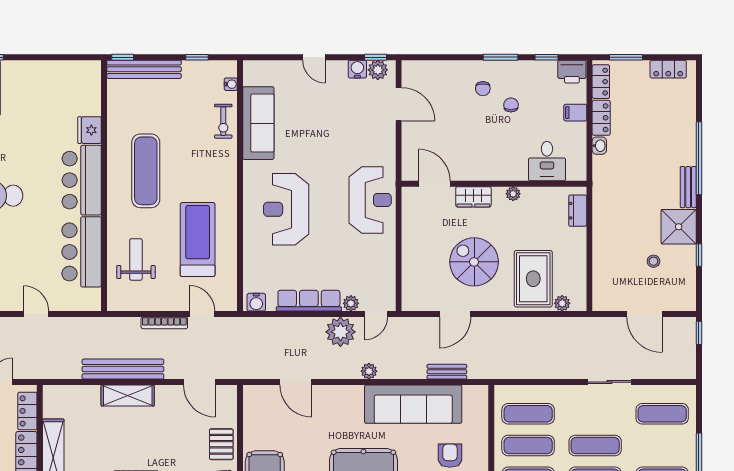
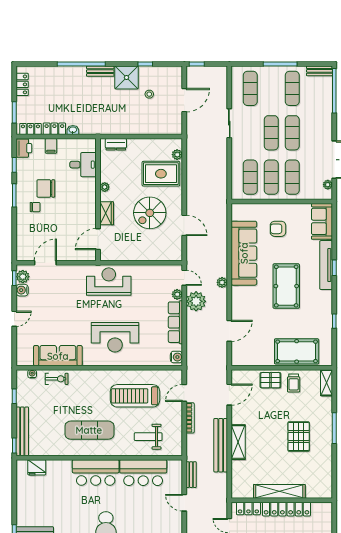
chair: (511, 105) -> (46, 188), width x1.87, depth x1.87
fridge: (90, 130) -> (37, 467), moved
door: (36, 314) -> (184, 503), hinge flipped
bench: (447, 372) -> (191, 475), moved

